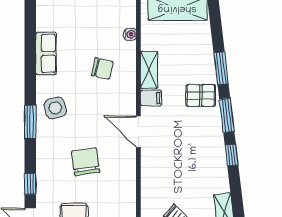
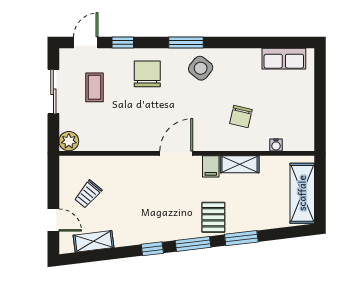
row of seats: (46, 53) -> (284, 59), moved
side table: (55, 108) -> (201, 68), turned -36
chair: (86, 162) -> (147, 74), moved, turned -82

